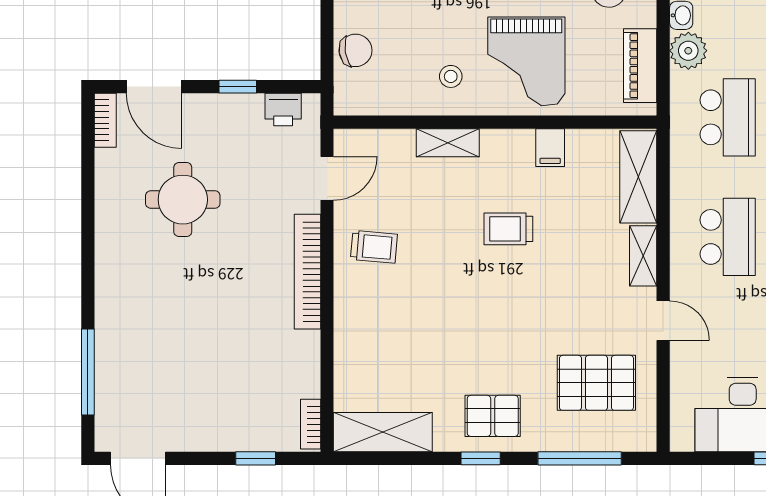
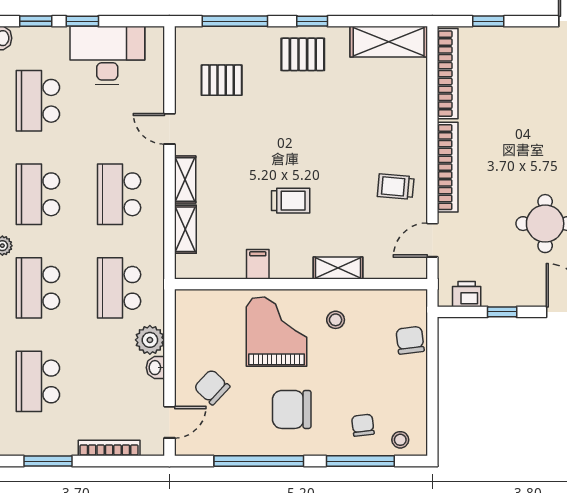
chair: (356, 50) -> (410, 340), turned 92
piano: (640, 66) -> (187, 328), removed
shelving: (638, 177) -> (185, 229), width x0.67, depth x0.75
pallet: (596, 383) -> (222, 80), width x0.67, depth x0.71
bookcase: (311, 424) -> (448, 74), width x2.31, depth x1.31

